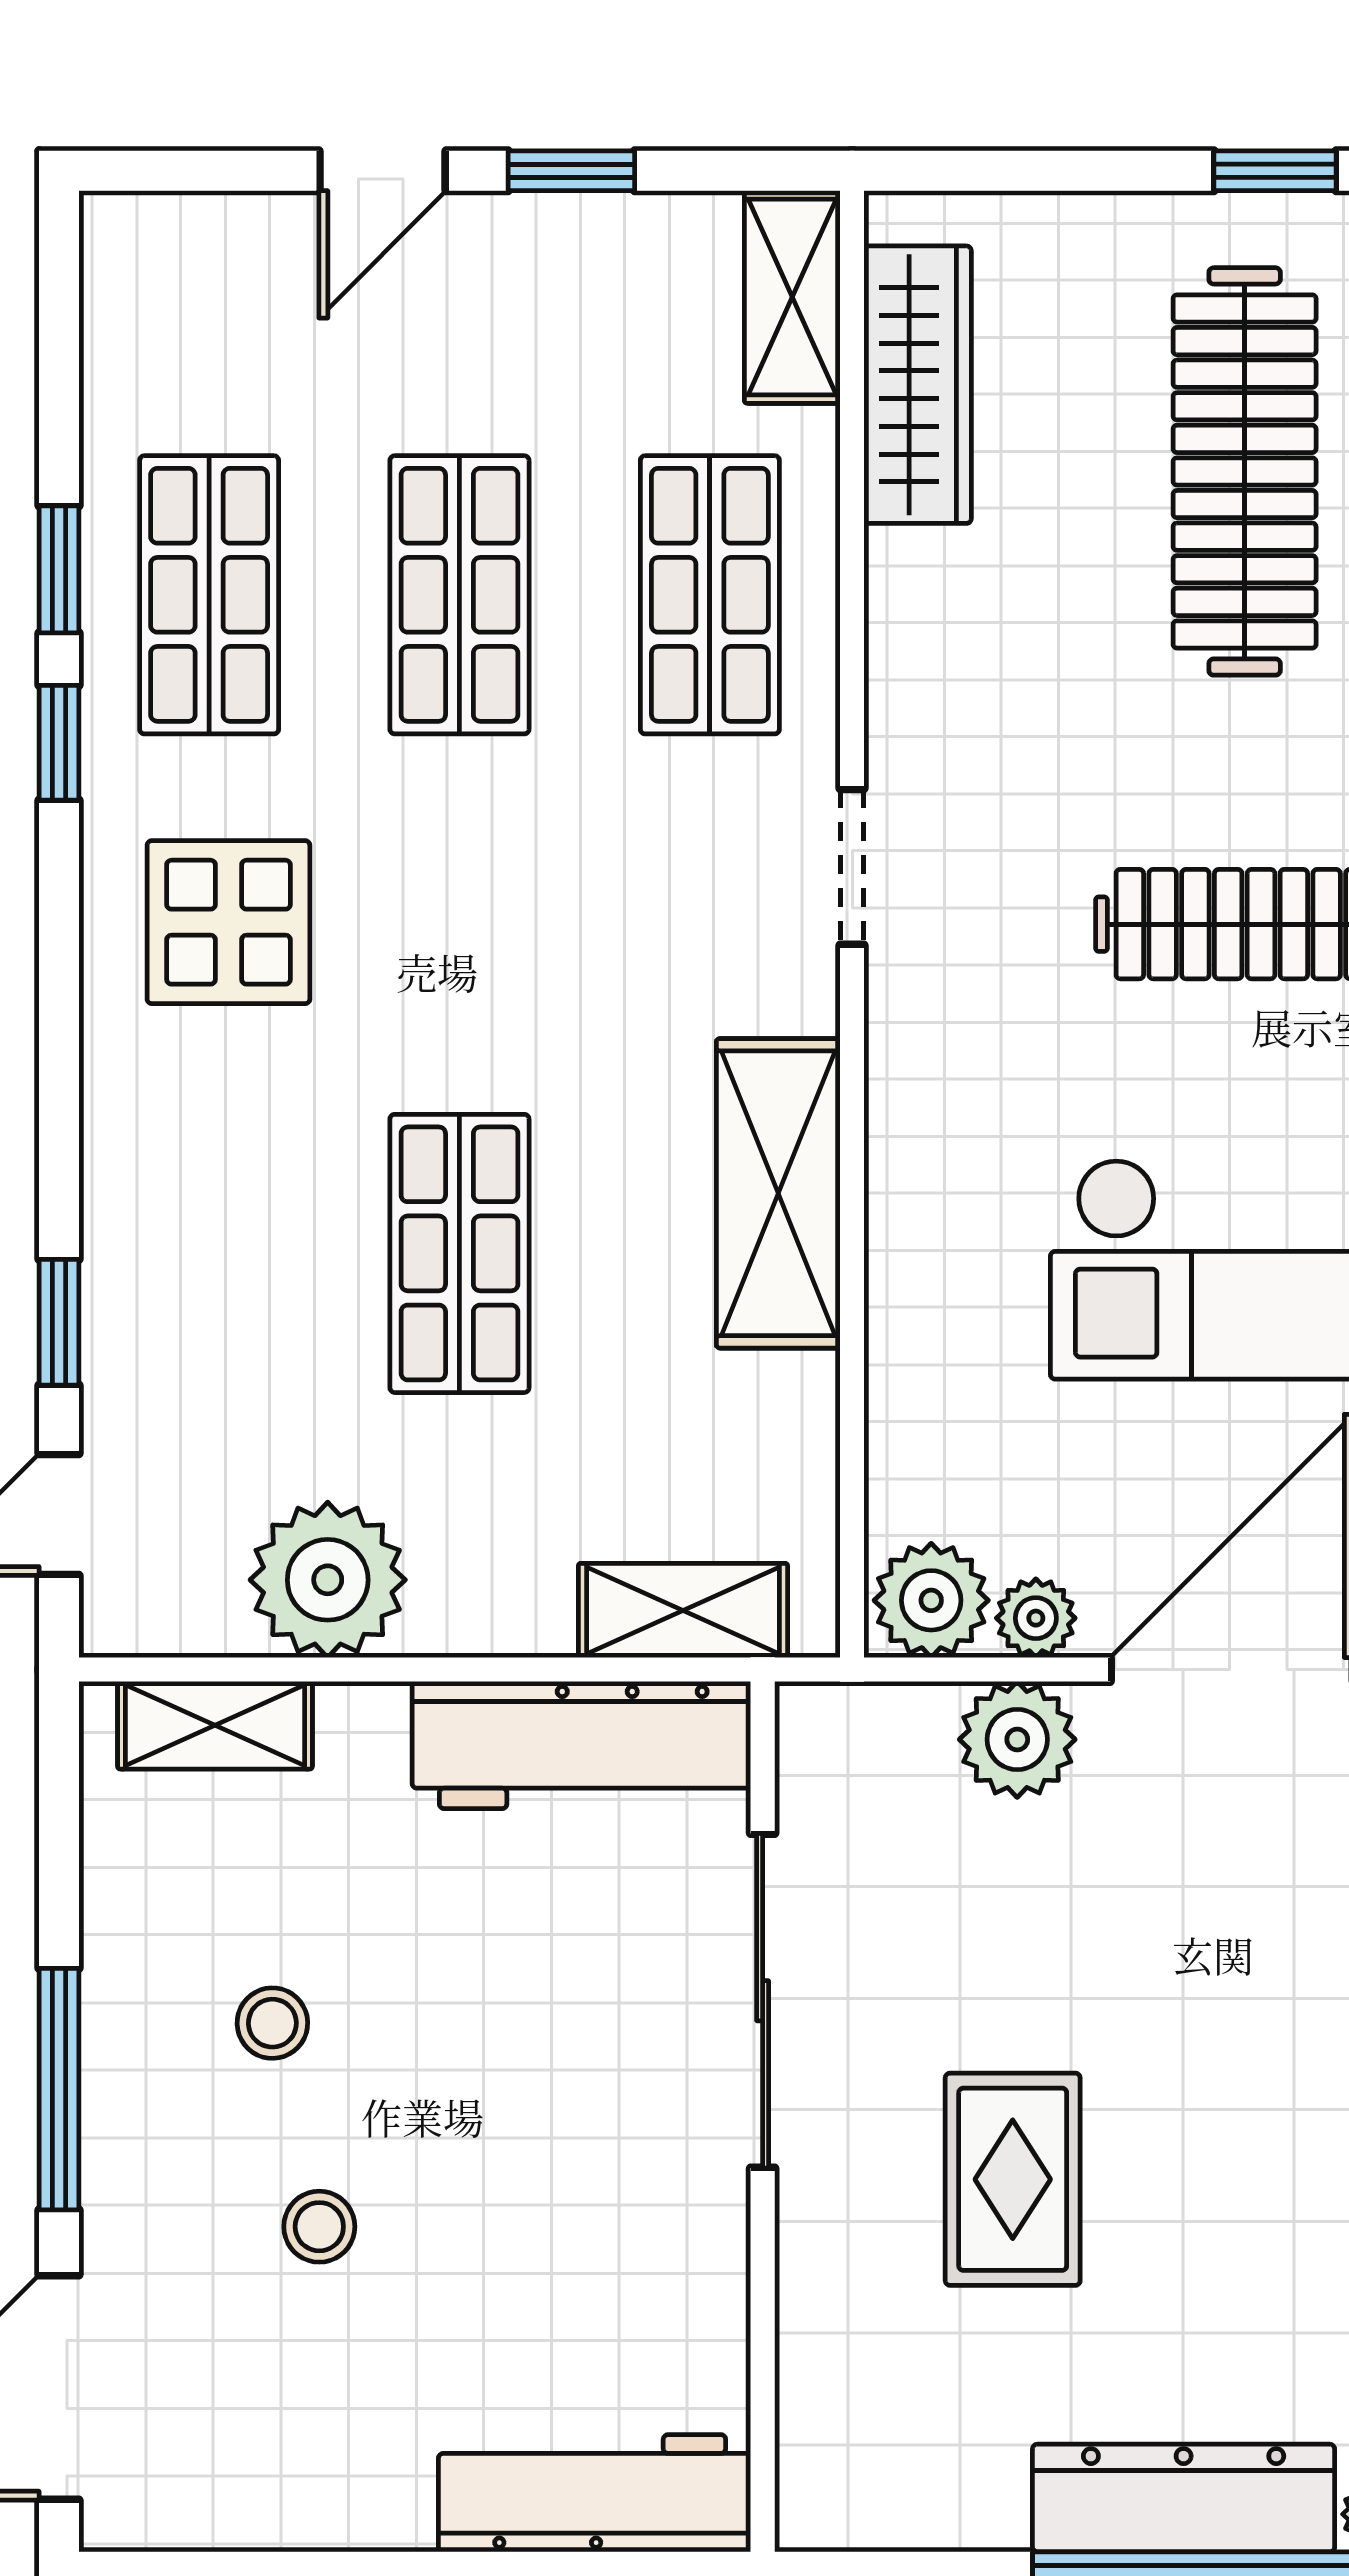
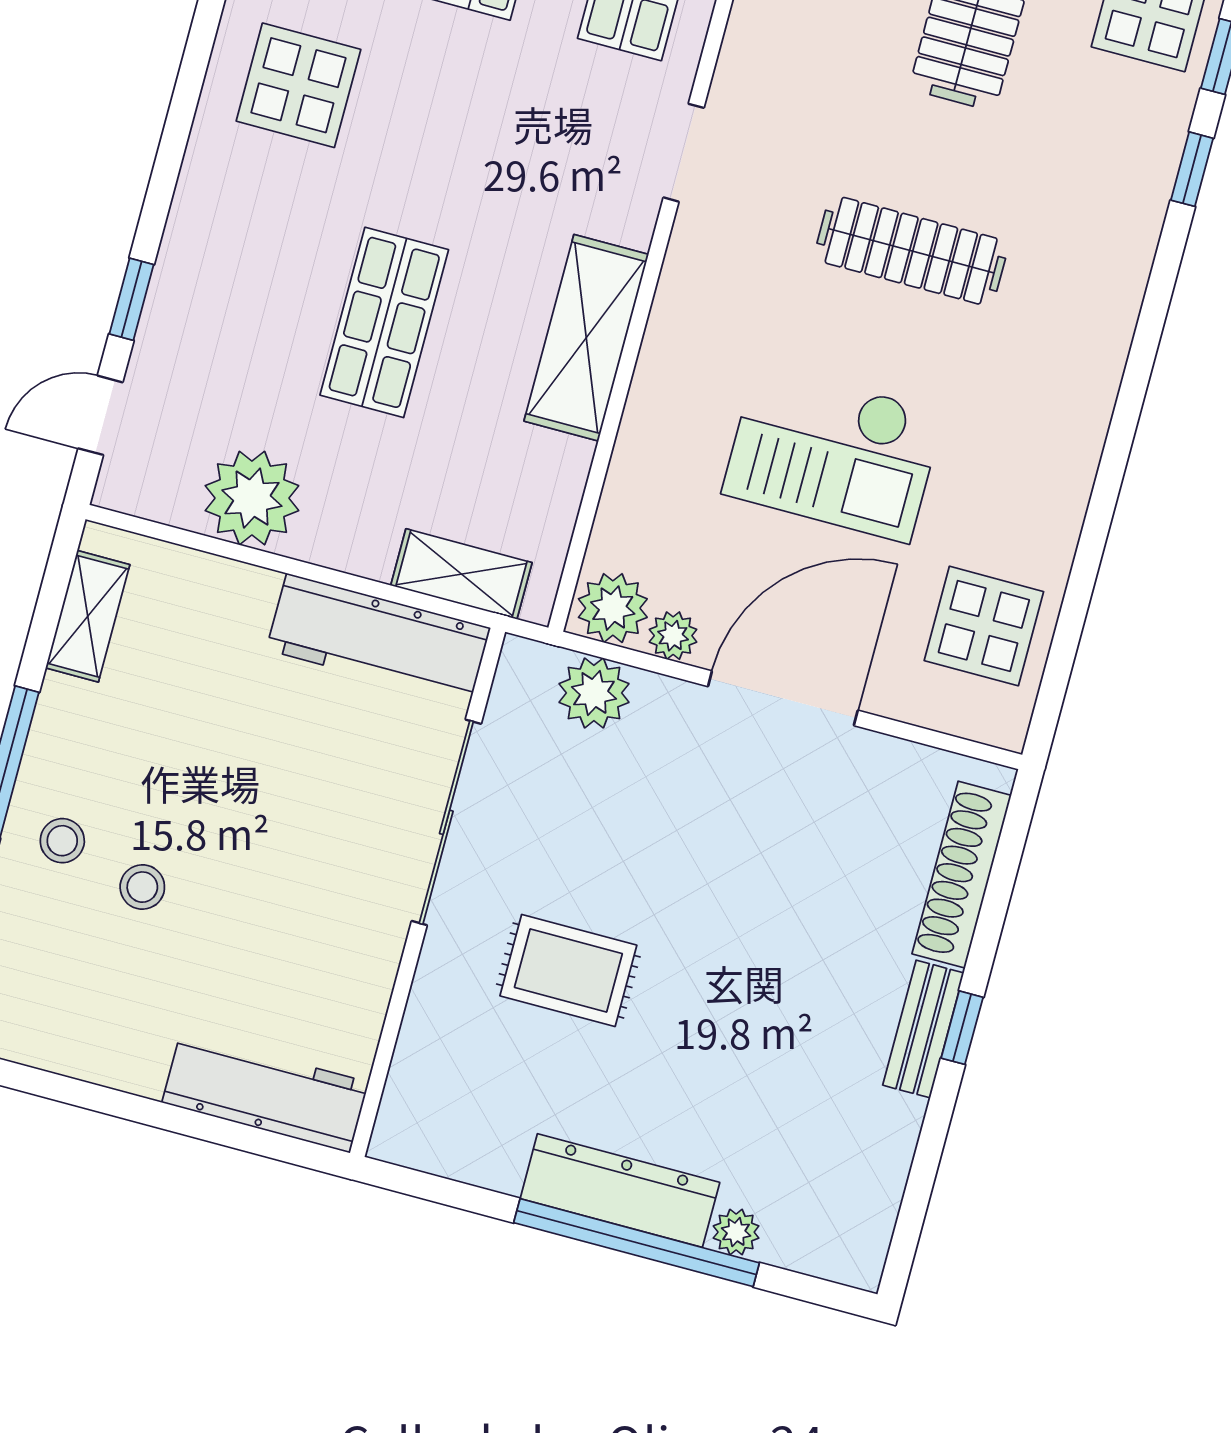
shelving: (215, 1725) -> (88, 616), moved, turned 90
plant: (1017, 1739) -> (594, 693), moved
stool: (272, 2023) -> (62, 841), moved
rug: (1013, 2179) -> (568, 971), turned 90

